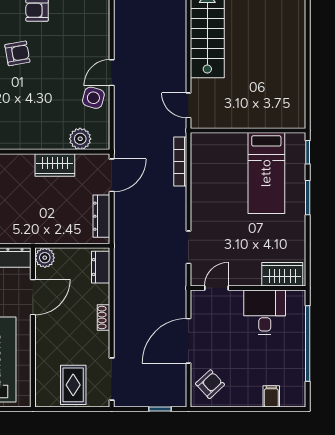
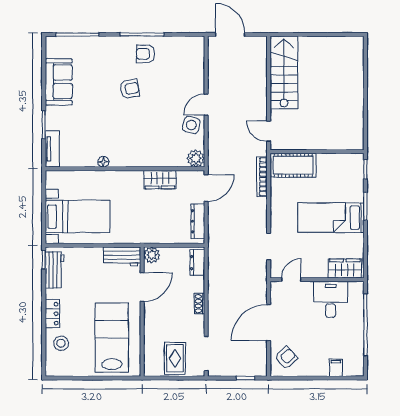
plant: (80, 139) -> (196, 158), moved
cot: (219, 147) -> (293, 165), added
bed: (266, 173) -> (331, 218), moved, turned 90

